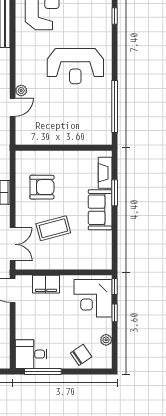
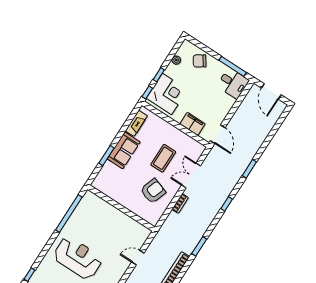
plant: (21, 90) -> (125, 265), removed
fireplace: (105, 173) -> (136, 123), moved
armchair: (42, 187) -> (153, 191), turned 109
coffee table: (53, 228) -> (163, 158), turned -75
double door: (13, 244) -> (191, 175), moved

